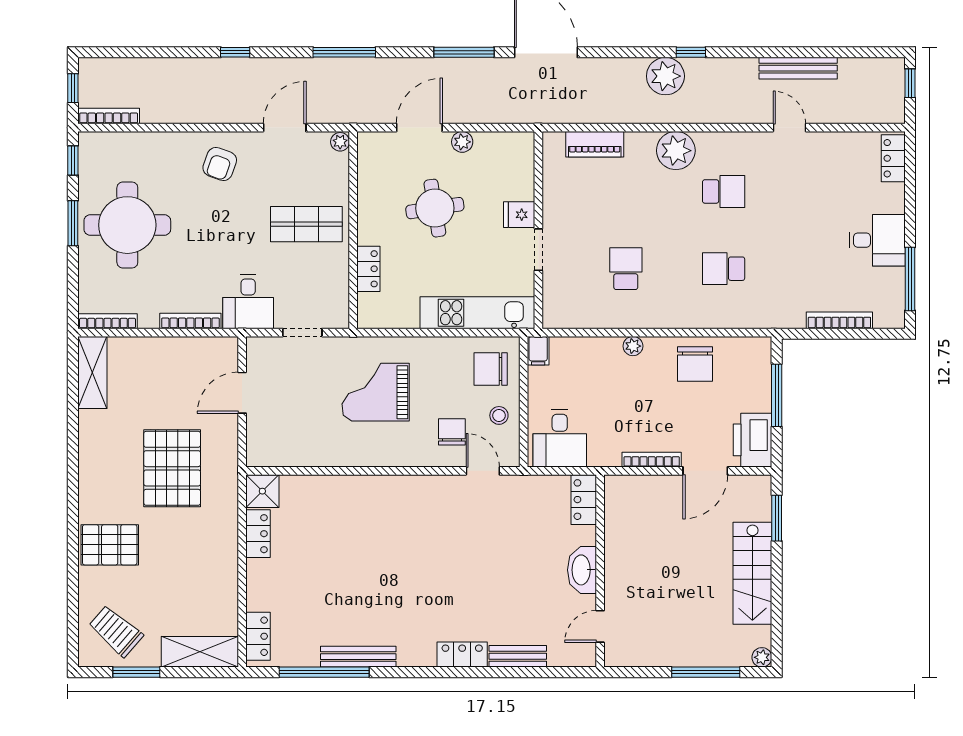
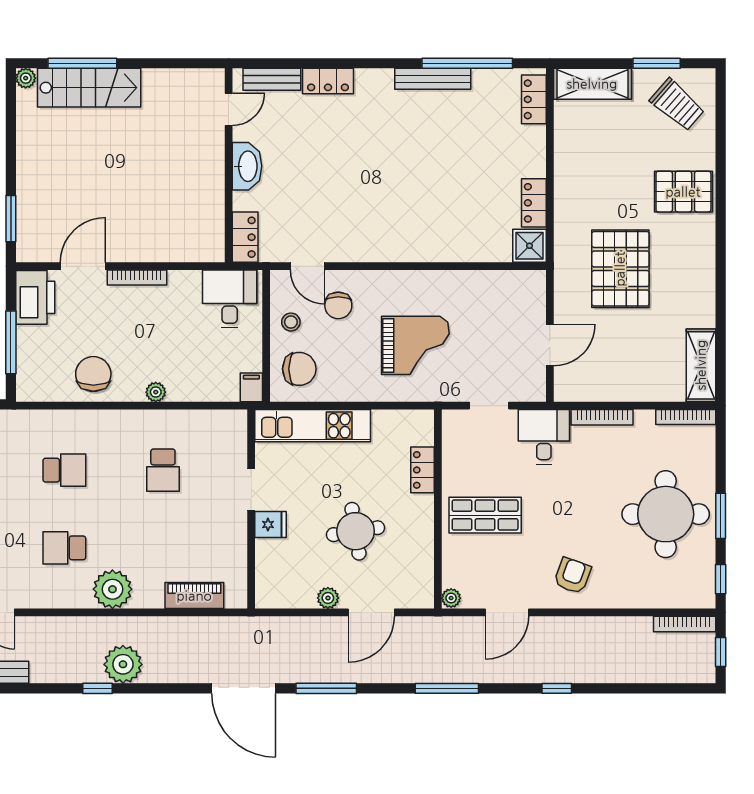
locker: (584, 500) -> (245, 237), moved
washbasin: (582, 570) -> (247, 166), moved
wall: (600, 571) -> (229, 165), moved
stairs: (752, 573) -> (89, 88), moved, turned 90
door: (600, 626) -> (229, 109), moved

